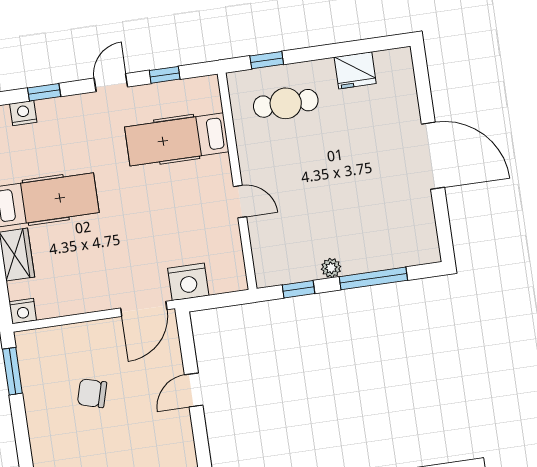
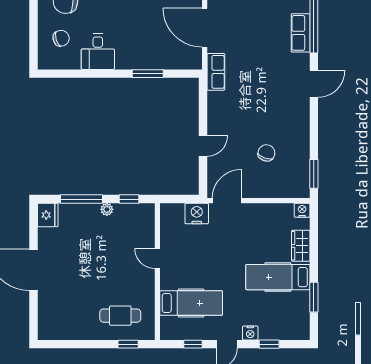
fridge: (355, 70) -> (48, 215), moved, turned 90
nightstand: (23, 113) -> (250, 333), moved
chair: (92, 393) -> (266, 153), turned -86

